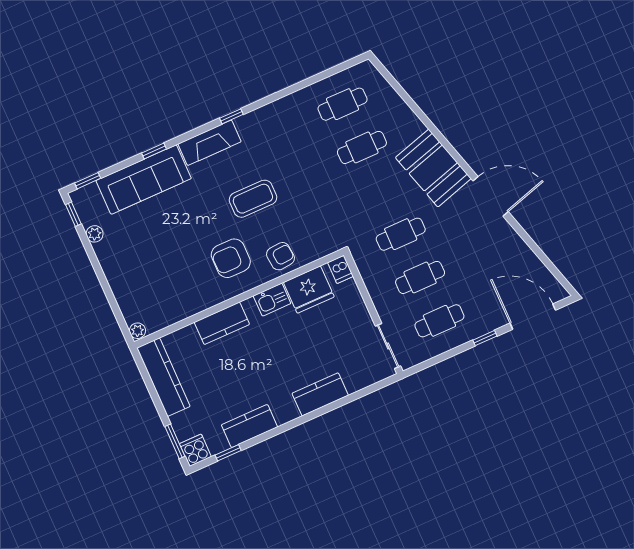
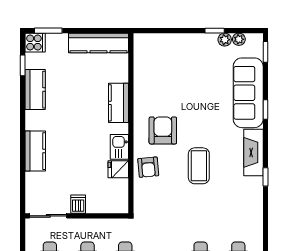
window: (73, 214) -> (215, 31), moved
dishwasher: (340, 269) -> (78, 204), moved, turned 90
fridge: (309, 290) -> (118, 169), width x0.53, depth x0.75
plant: (137, 331) -> (239, 39), moved

